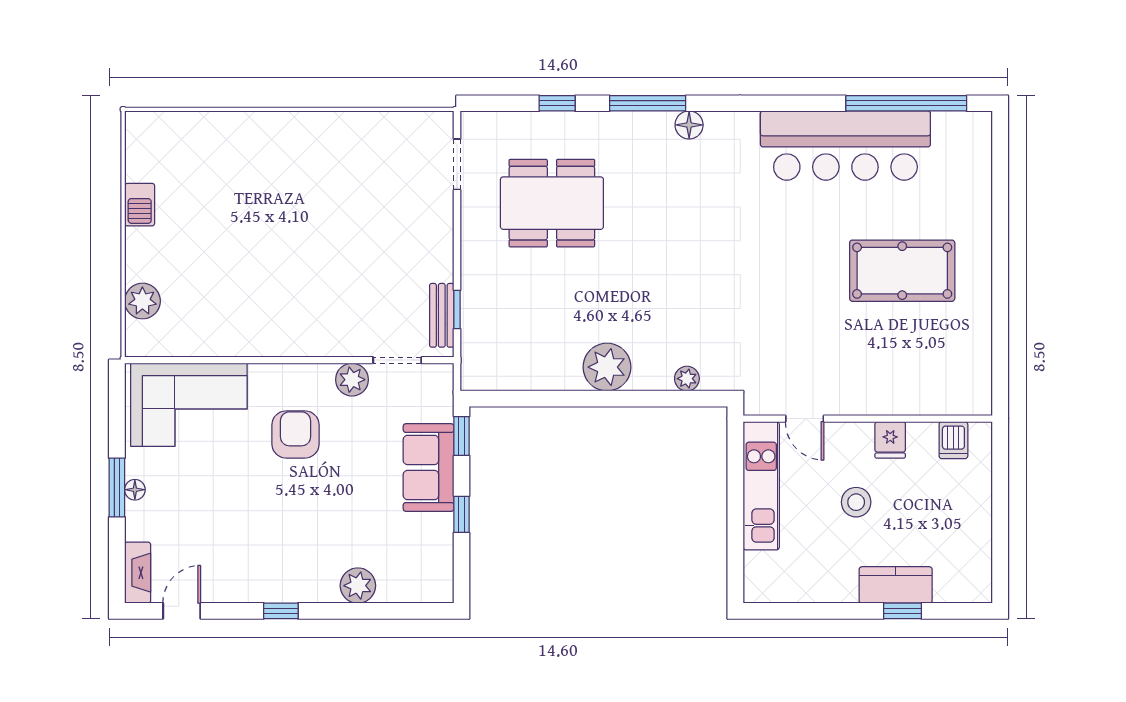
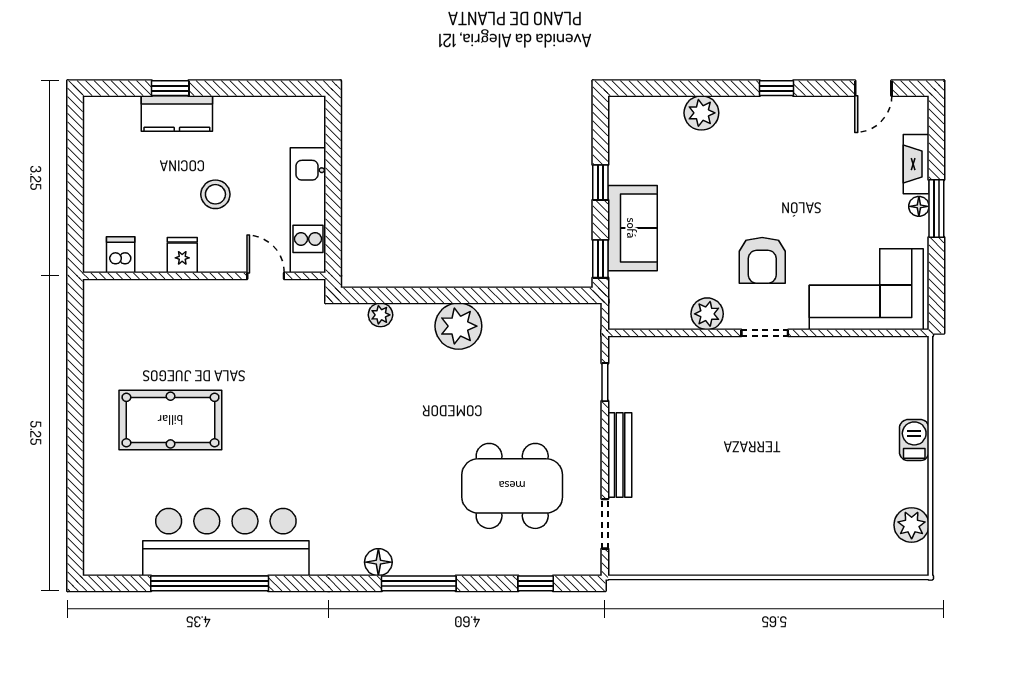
window: (557, 103) -> (536, 583), moved
window: (906, 103) -> (210, 583), moved
barbecue: (140, 205) -> (914, 440), moved
plant: (142, 301) -> (912, 525), moved
bench: (442, 315) -> (620, 455), moved, width x1.36
doorway: (397, 360) -> (765, 333), moved
fireplace: (138, 573) -> (916, 164), moved

